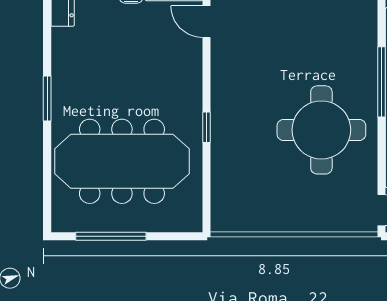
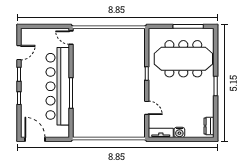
door: (207, 22) -> (147, 108), moved
round table: (321, 130) -> (97, 72), removed

